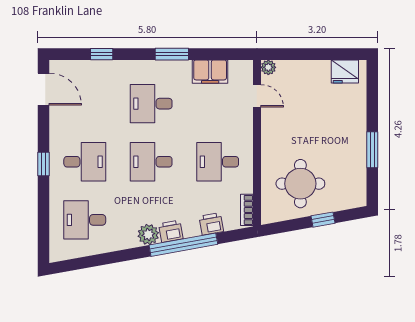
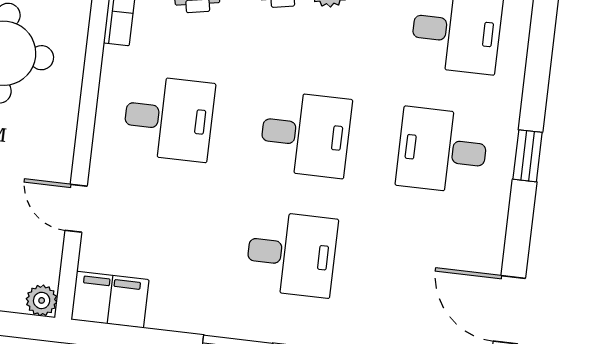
filing cabinet: (210, 72) -> (110, 300), moved
door: (257, 96) -> (76, 208), moved

